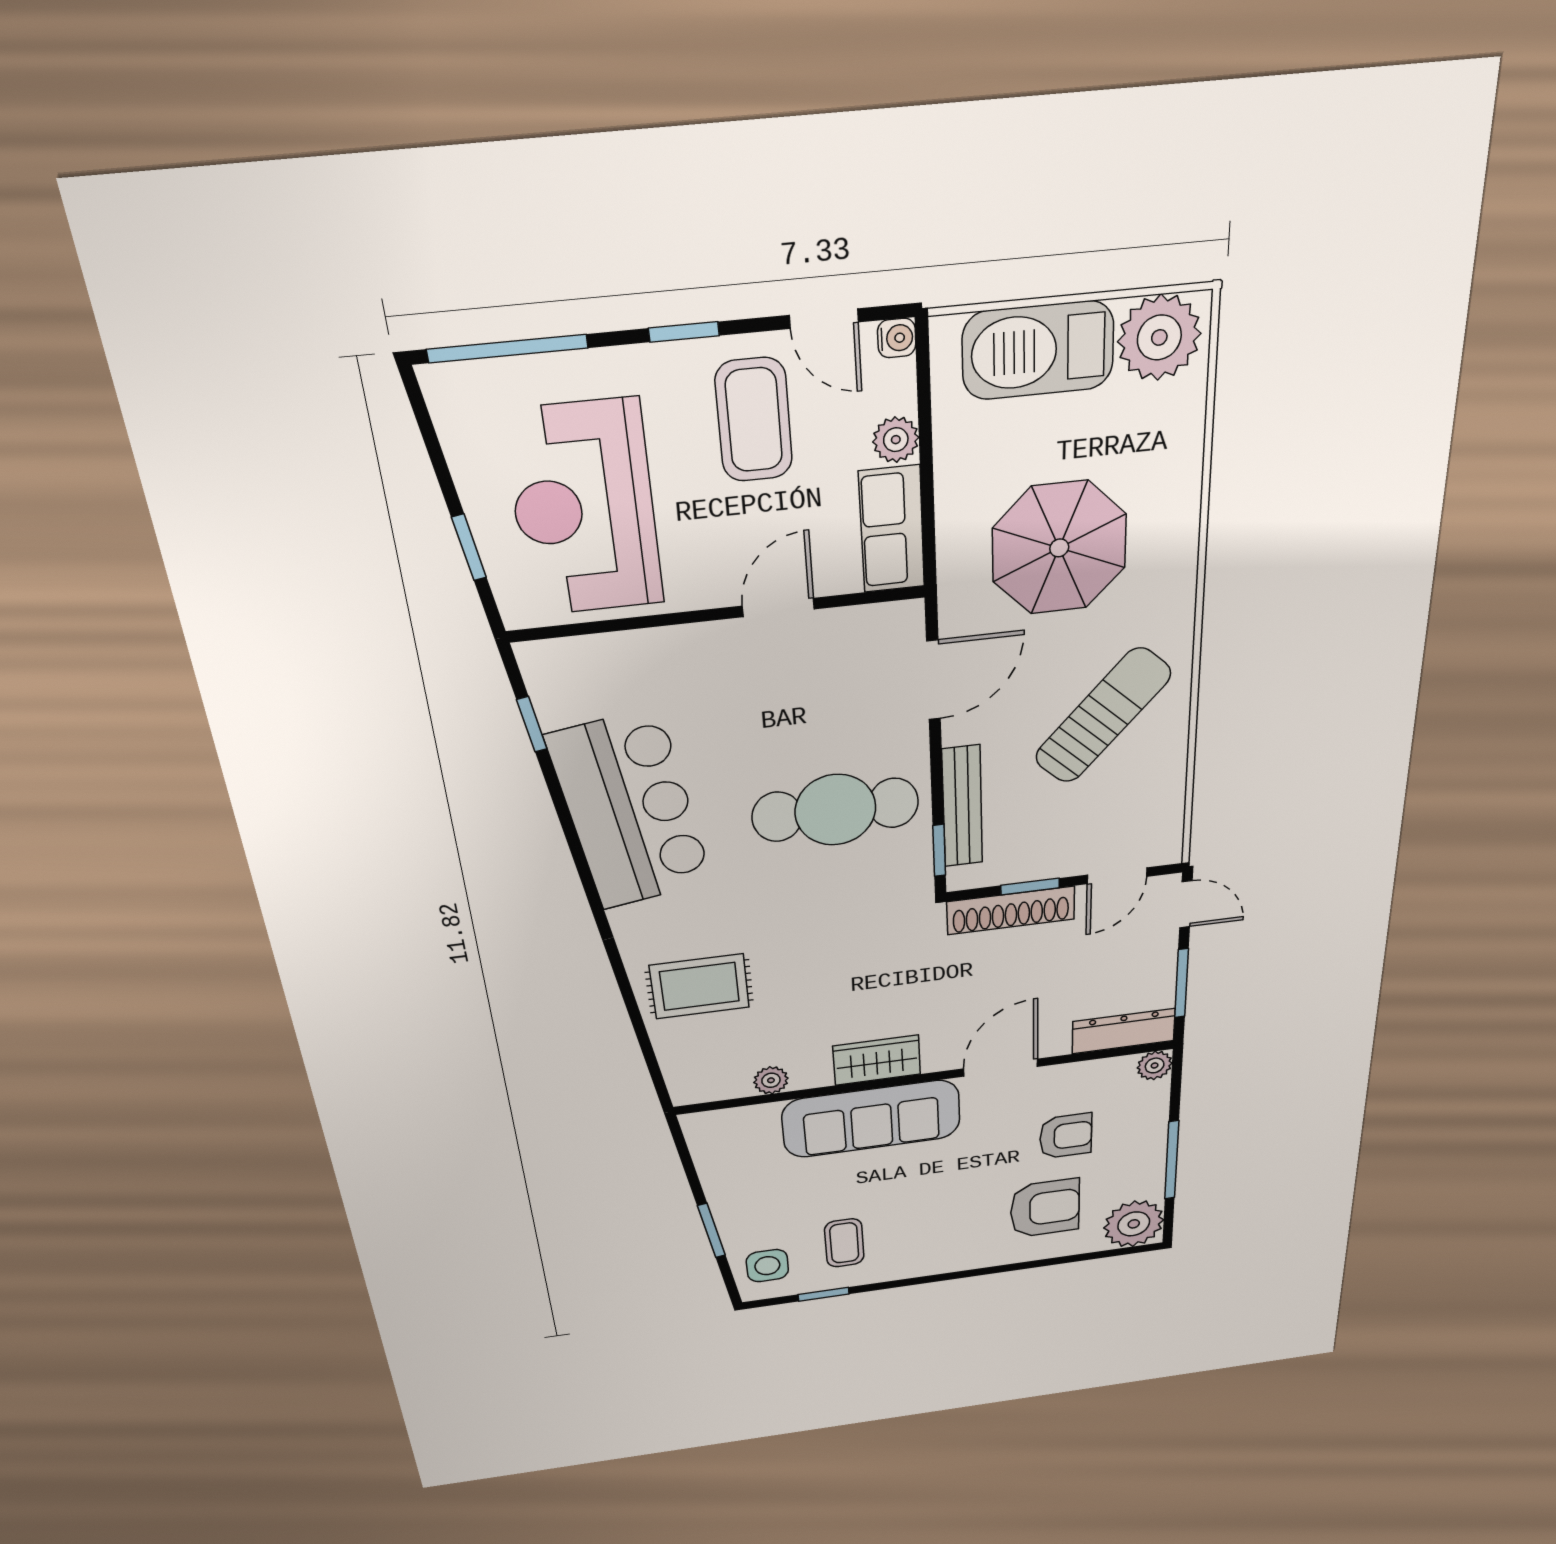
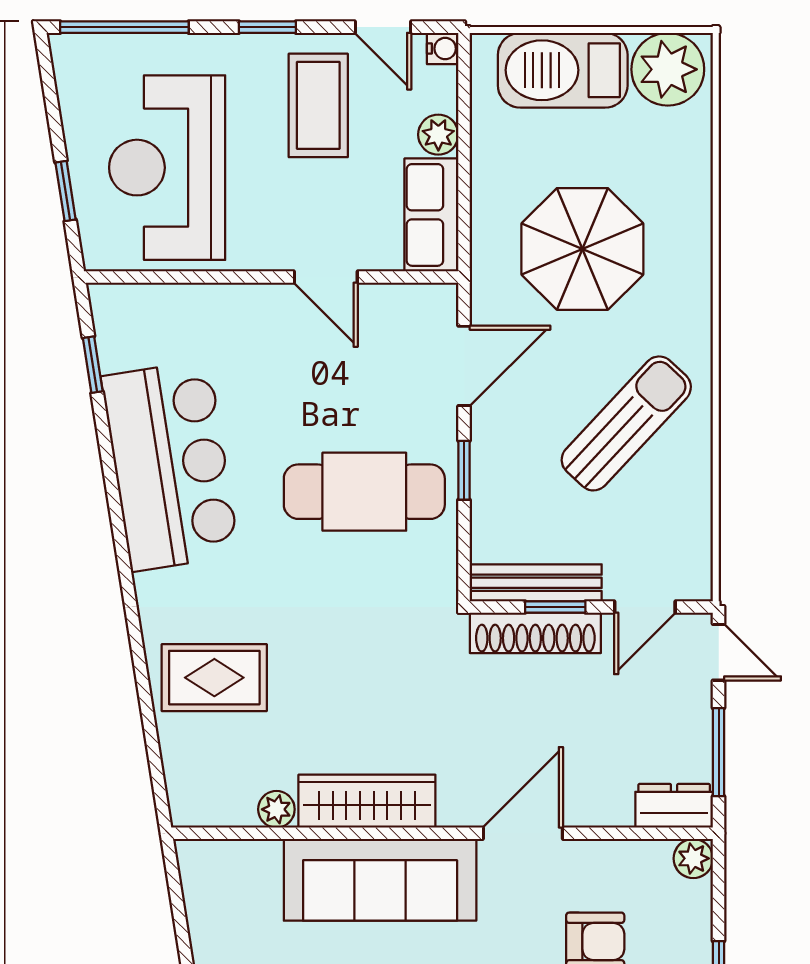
door: (778, 608) -> (326, 277), swing flipped
bench: (962, 807) -> (536, 583), moved, turned 90
window: (939, 850) -> (464, 470), moved
dresser: (1123, 1031) -> (674, 806), width x0.70
wardrobe: (877, 1060) -> (367, 801), width x1.50

